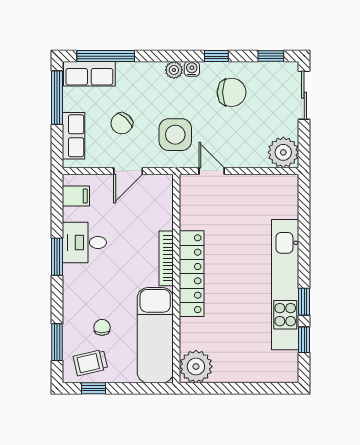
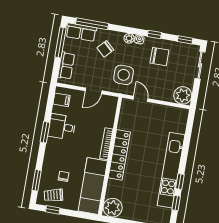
chair: (122, 123) -> (105, 49), moved

